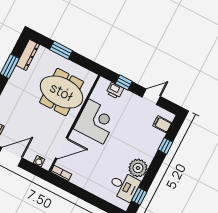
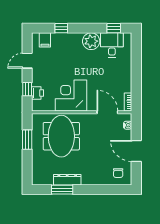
window: (61, 50) -> (27, 140), moved
dresser: (28, 55) -> (67, 180), moved
door: (151, 97) -> (27, 61), hinge flipped

